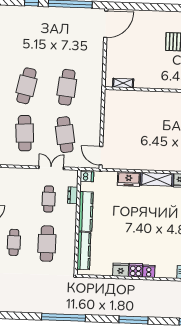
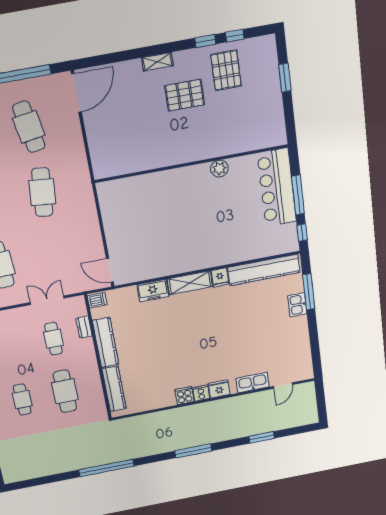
shelving: (123, 83) -> (157, 62), moved
cafe table: (65, 135) -> (29, 127), moved
fridge: (121, 270) -> (219, 389), moved

